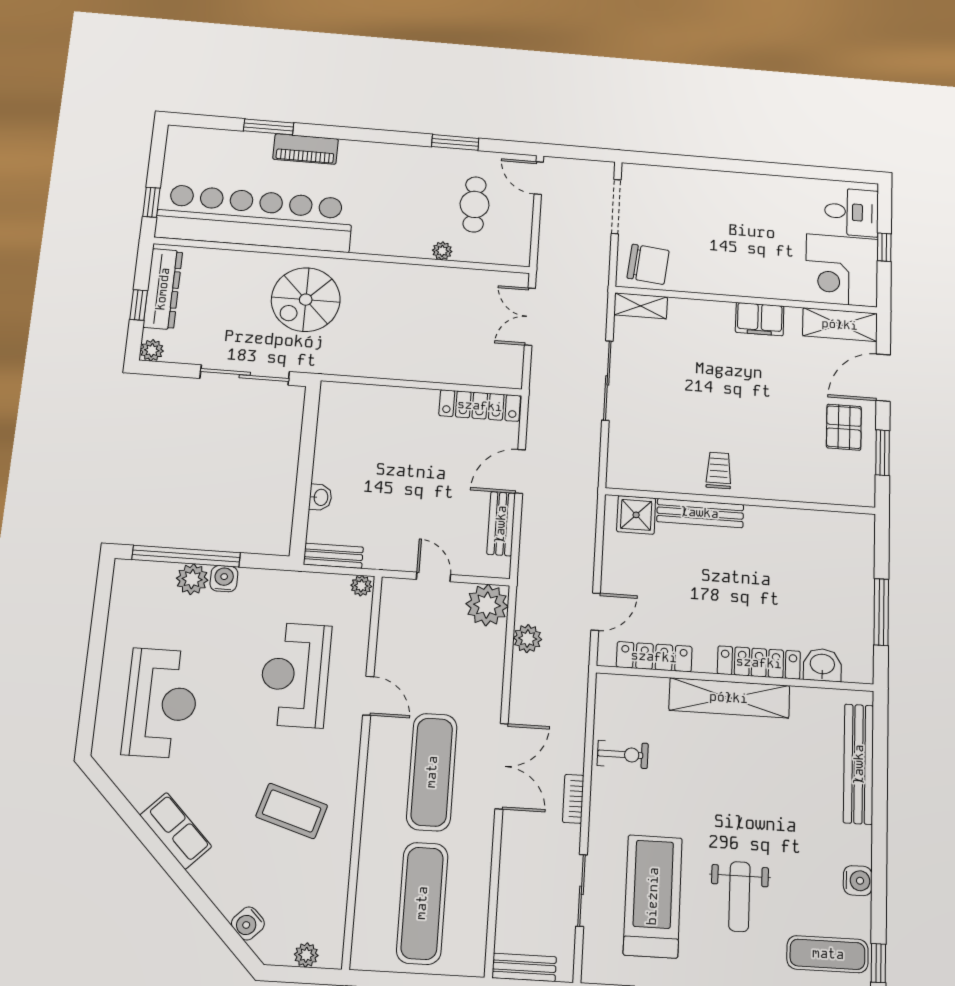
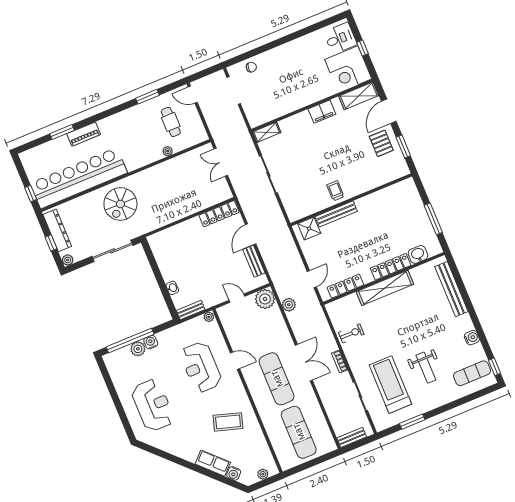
chair: (648, 264) -> (251, 67), moved, width x0.54, depth x0.54
row of seats: (176, 831) -> (213, 463), moved

